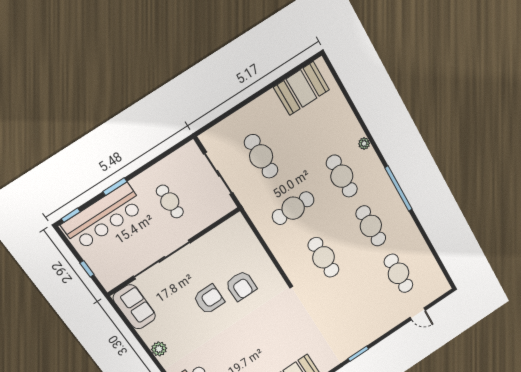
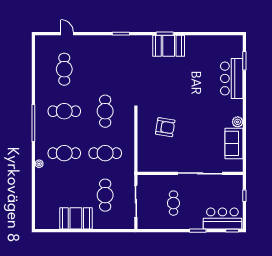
booth: (302, 88) -> (76, 218), moved
cafe table: (342, 176) -> (64, 153), turned 90
bar counter: (103, 217) -> (222, 219), width x0.73
cafe table: (371, 226) -> (64, 111), turned 90
armchair: (241, 286) -> (165, 127), turned 99
armchair: (209, 299) -> (189, 132), removed
sofa: (134, 307) -> (234, 143), moved

